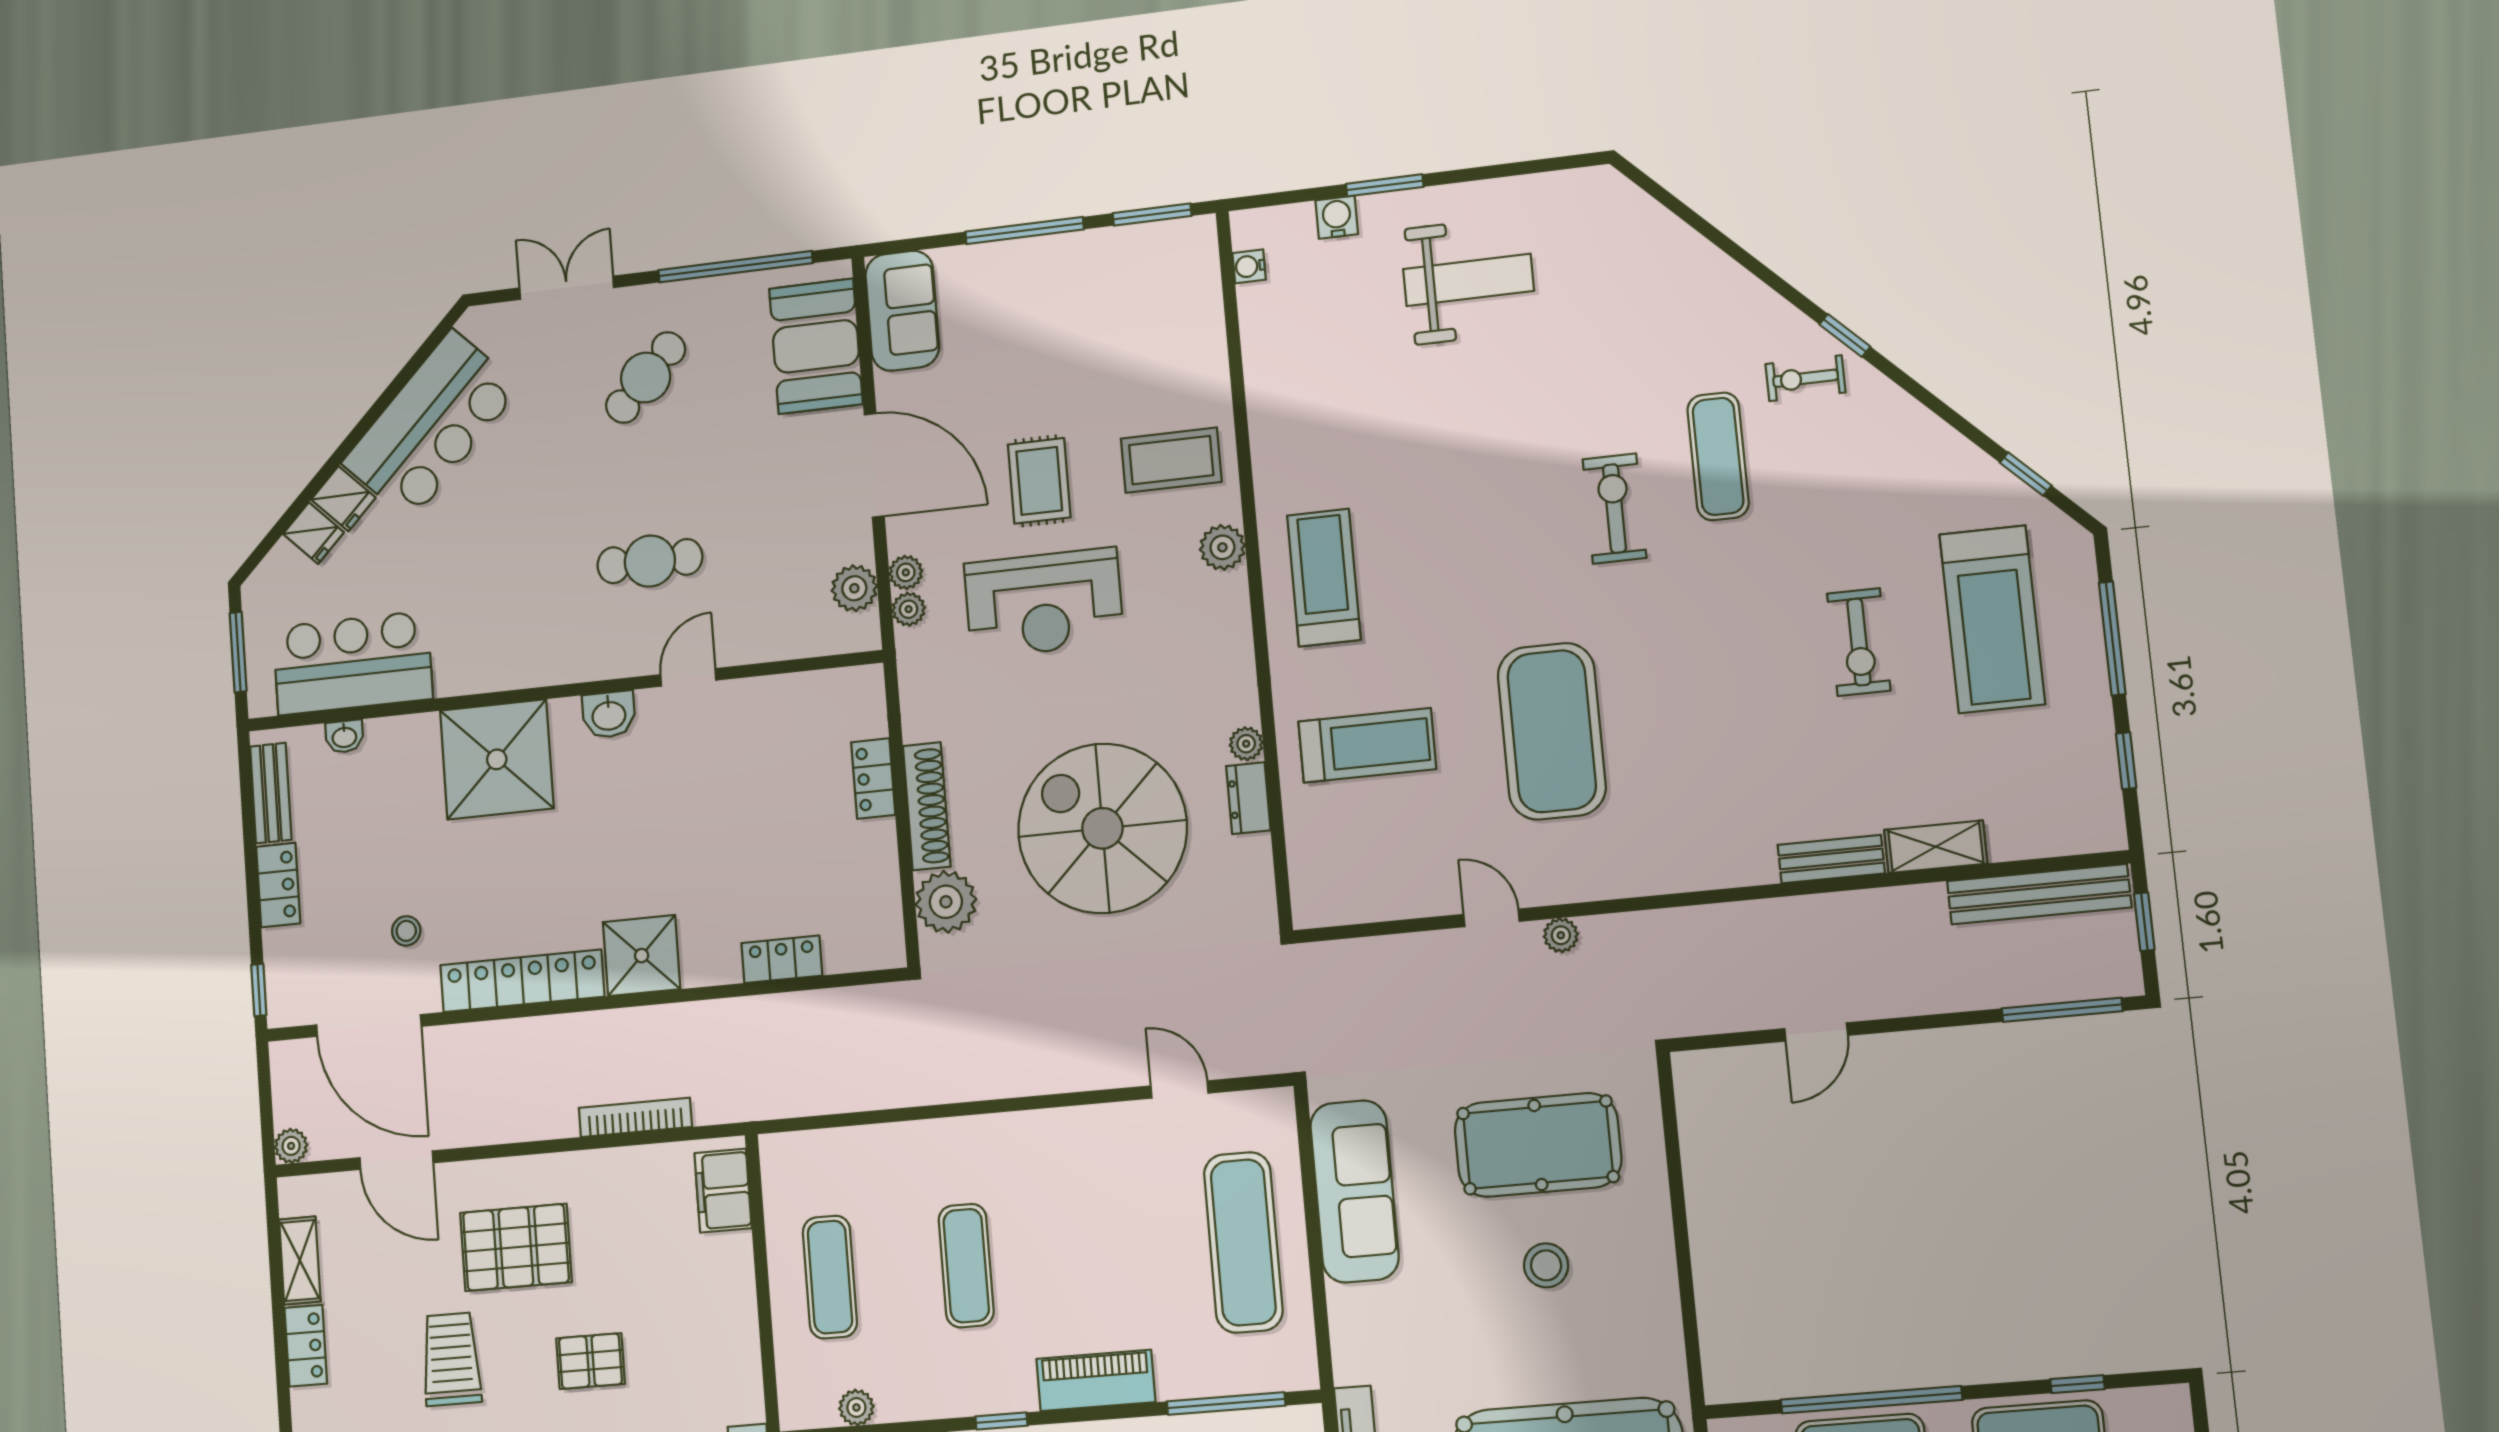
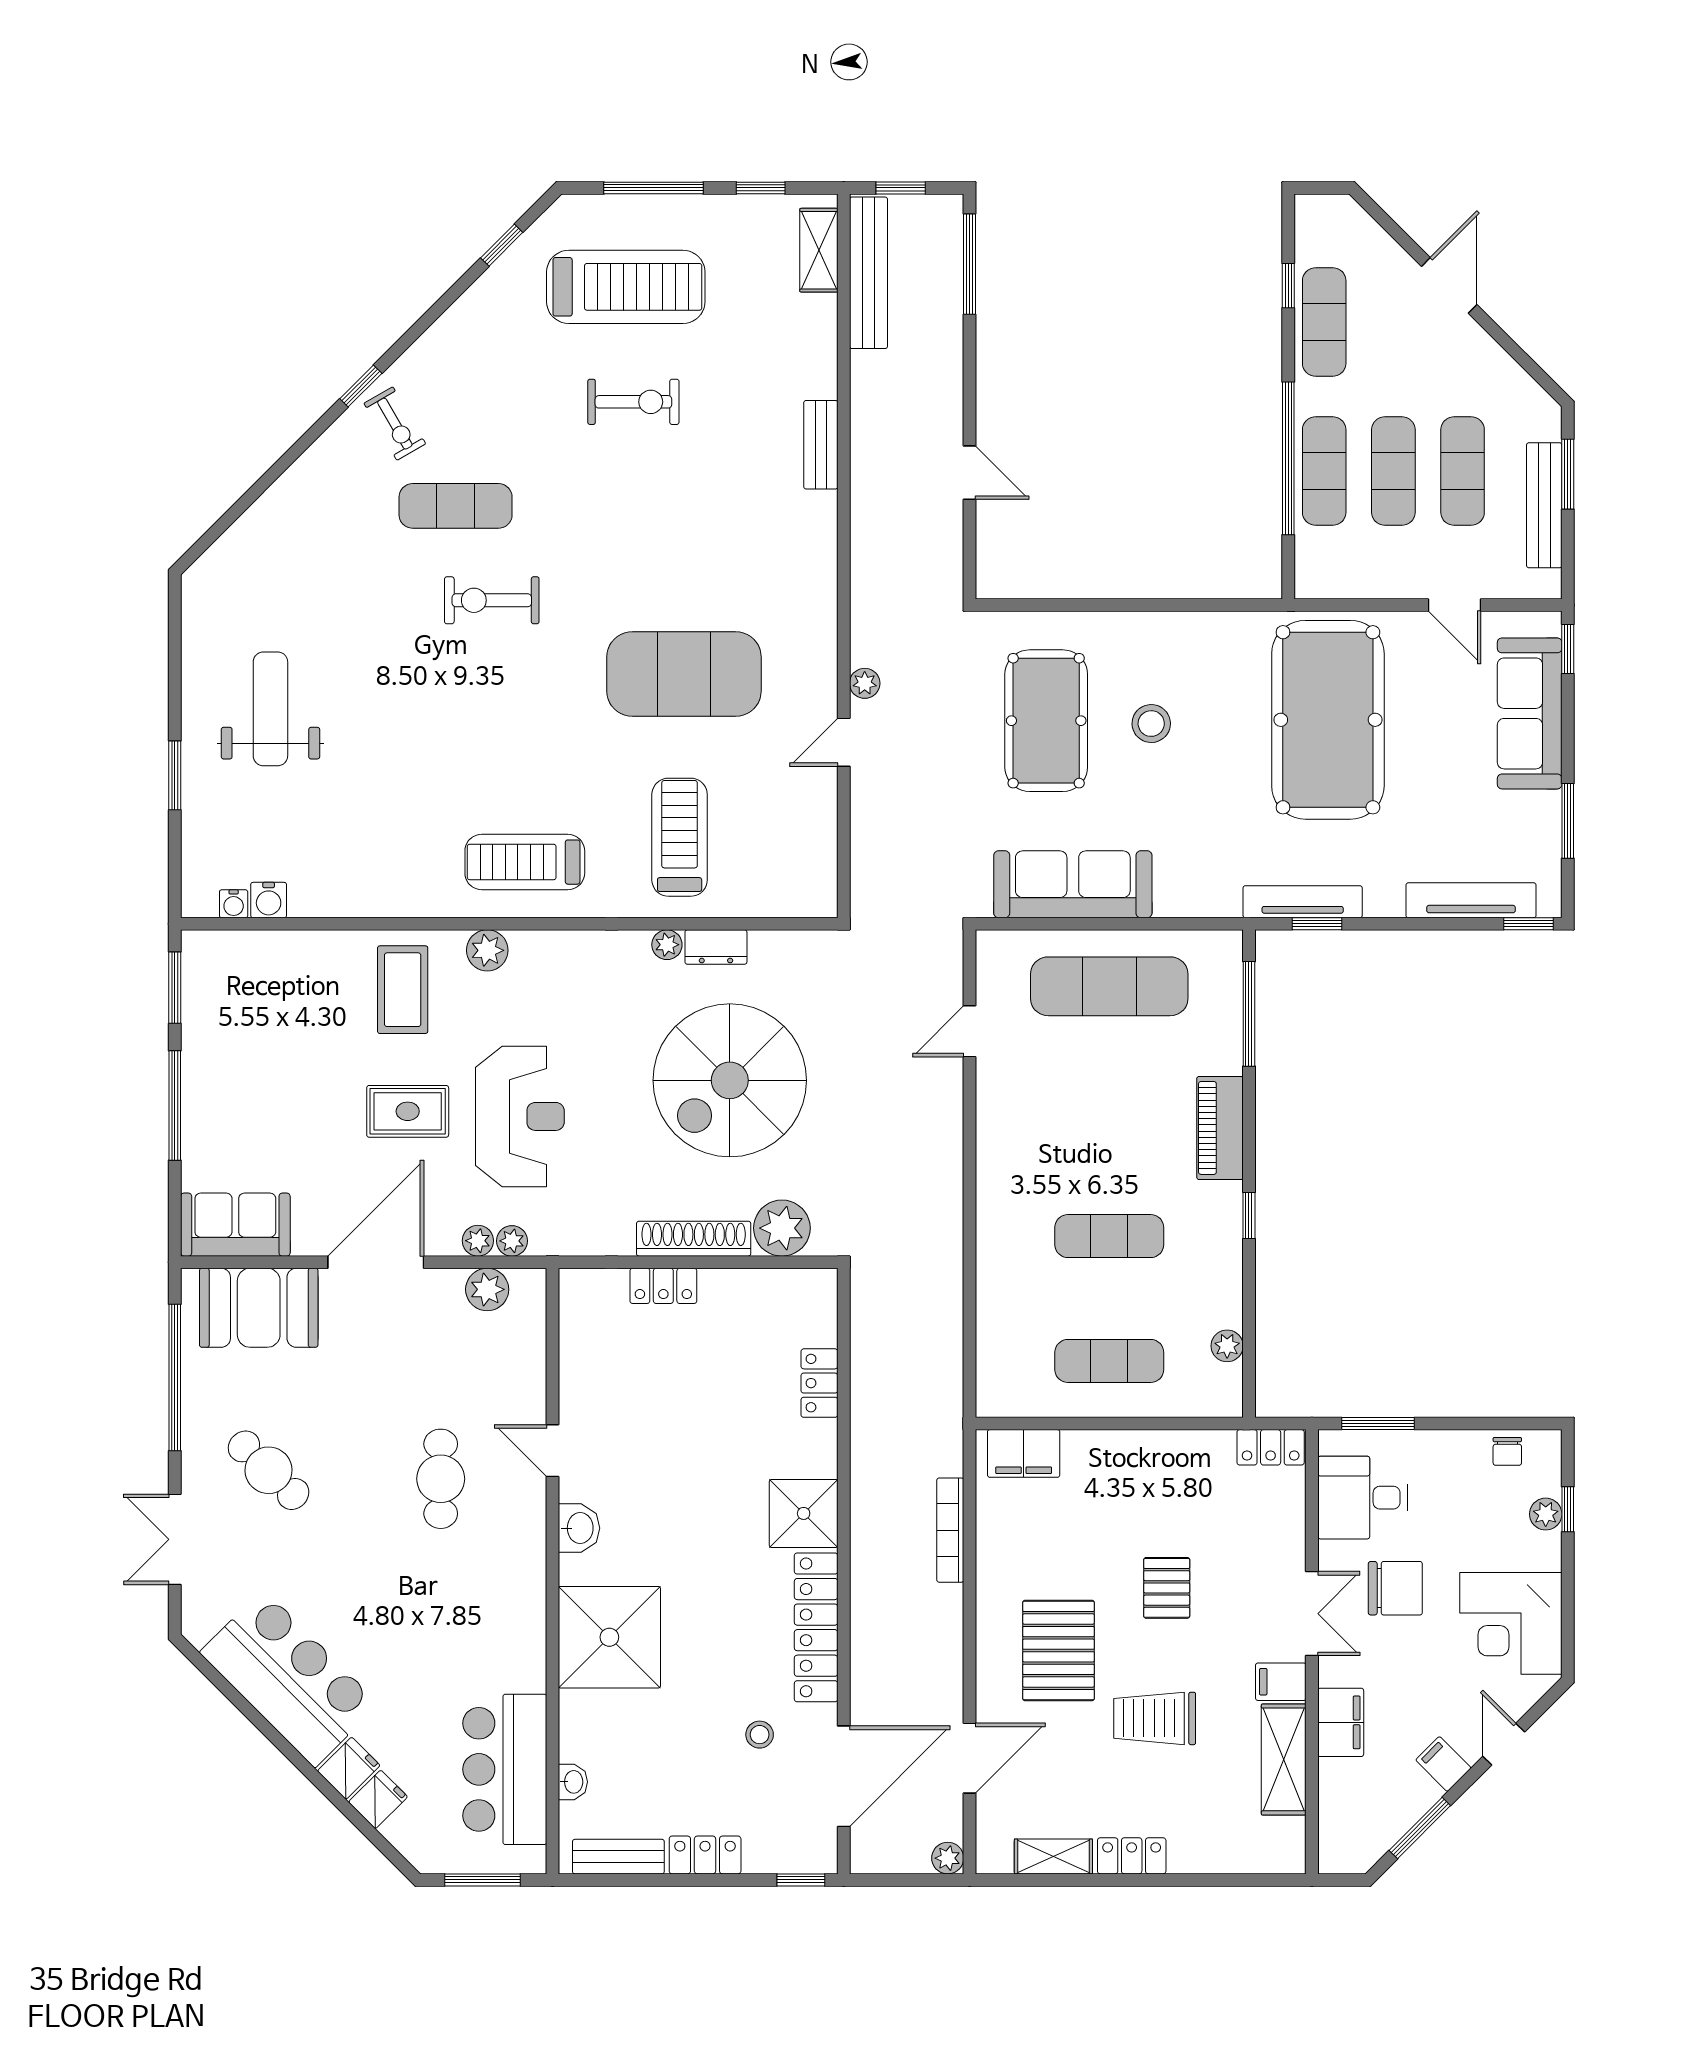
water cooler: (1337, 217) -> (269, 900), moved, turned -90
exercise bike: (1805, 378) -> (395, 424), turned -30
shelving: (1936, 847) -> (819, 250), moved

